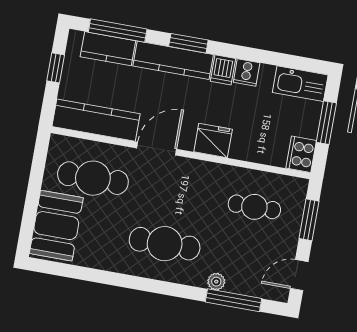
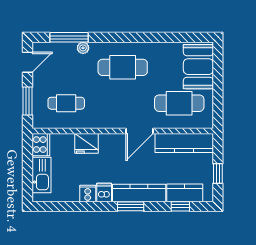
window: (118, 31) -> (180, 206), width x0.46
kitchen sink: (300, 84) -> (42, 175), moved, turned 90
window: (326, 123) -> (28, 169), removed
fridge: (213, 140) -> (87, 143), moved

